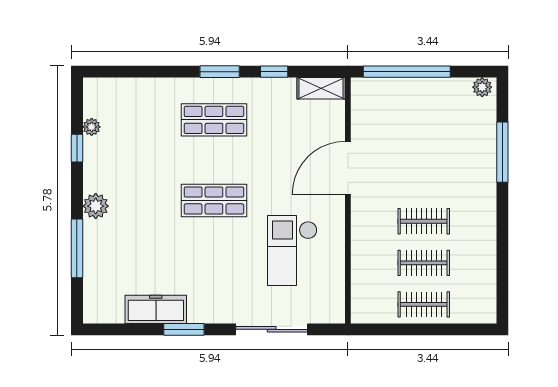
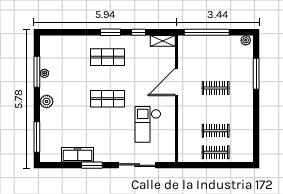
plant: (92, 127) -> (44, 73), moved
window: (77, 148) -> (37, 72), width x2.17
clothes rail: (424, 221) -> (216, 88), moved
window: (77, 248) -> (37, 137), moved

